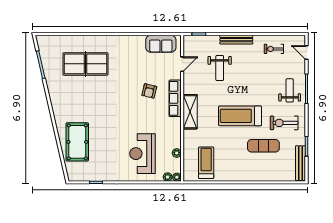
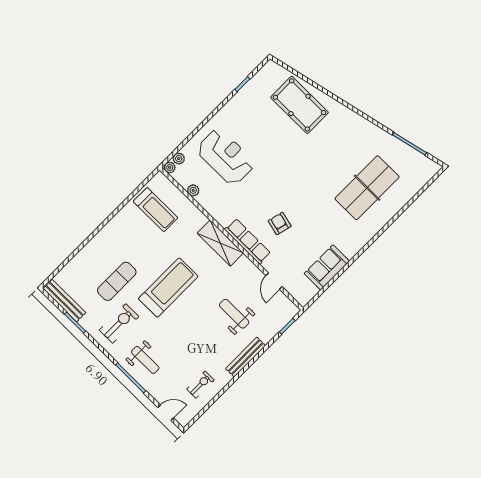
sofa: (161, 44) -> (327, 267), moved

